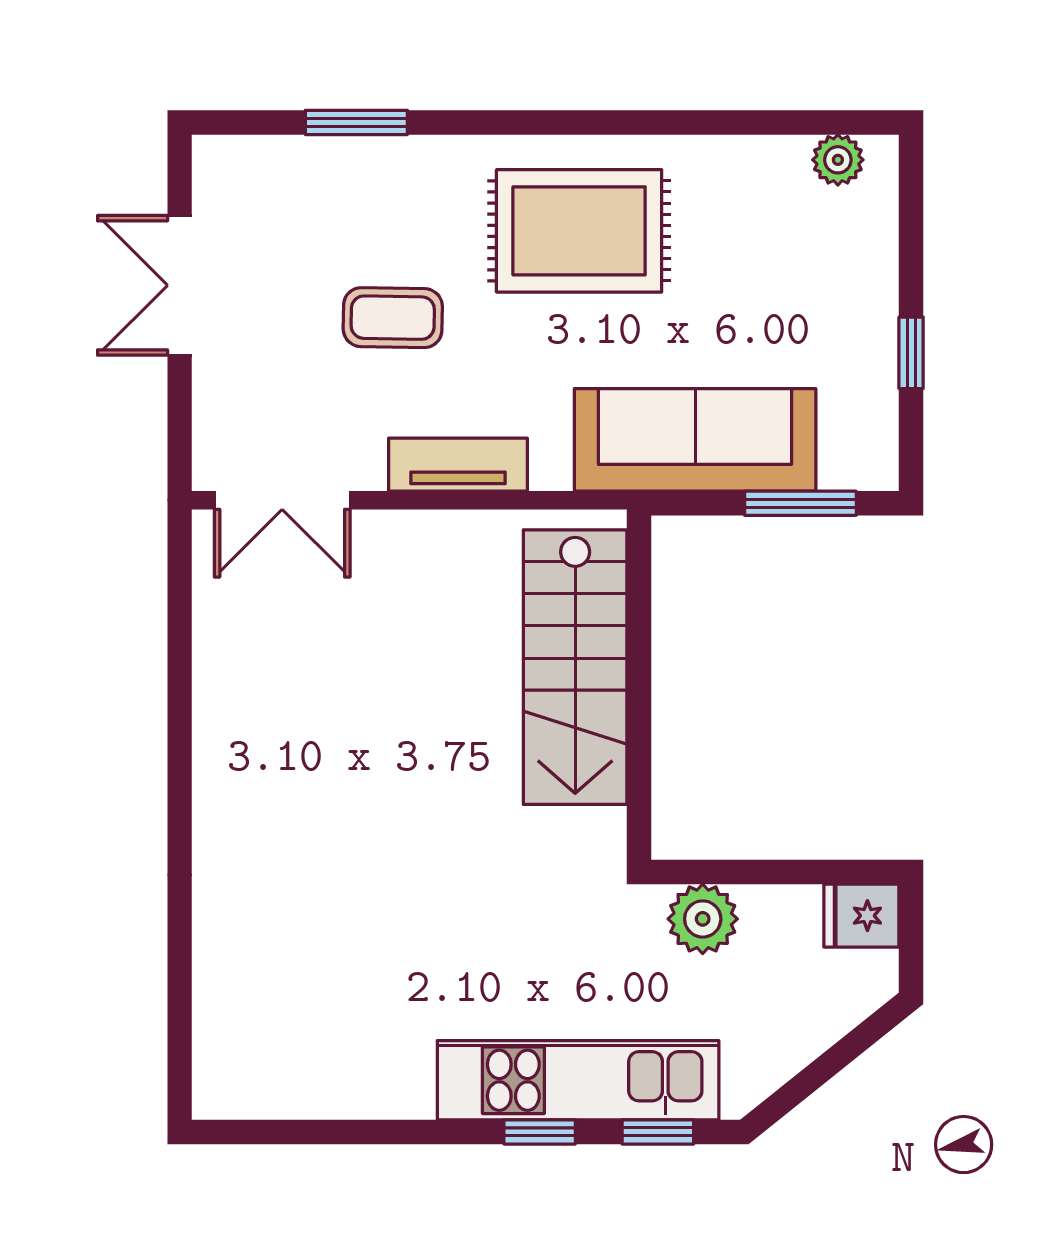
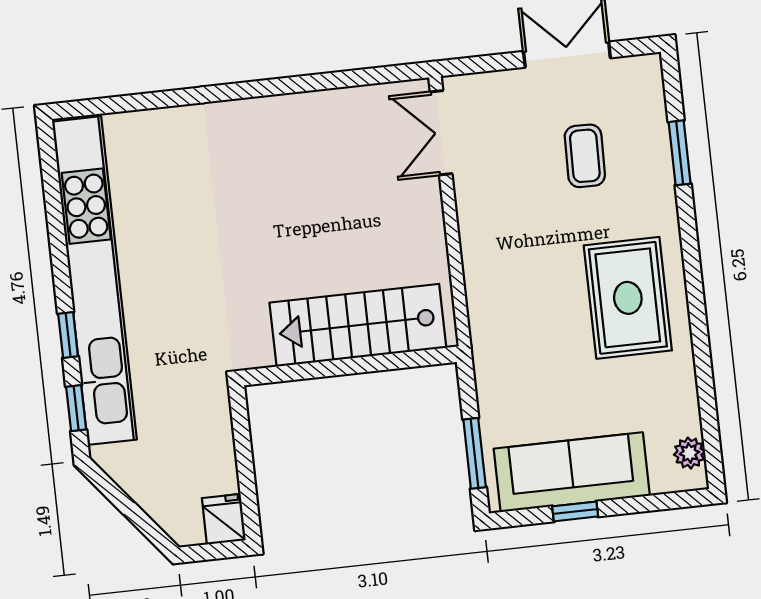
coffee table: (393, 318) -> (585, 156), moved
sofa: (695, 440) -> (572, 472), moved, turned -90
tv unit: (458, 465) -> (475, 239), removed
plant: (703, 919) -> (211, 421), removed
kitchen unit: (578, 1080) -> (94, 281), width x1.86

